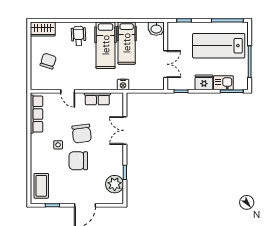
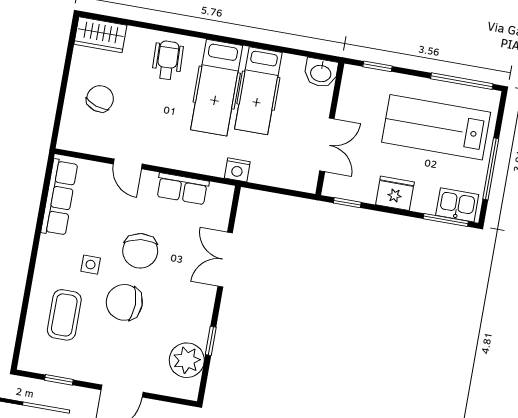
kitchen sink: (223, 83) -> (457, 205), moved
coffee table: (41, 186) -> (64, 315), moved

